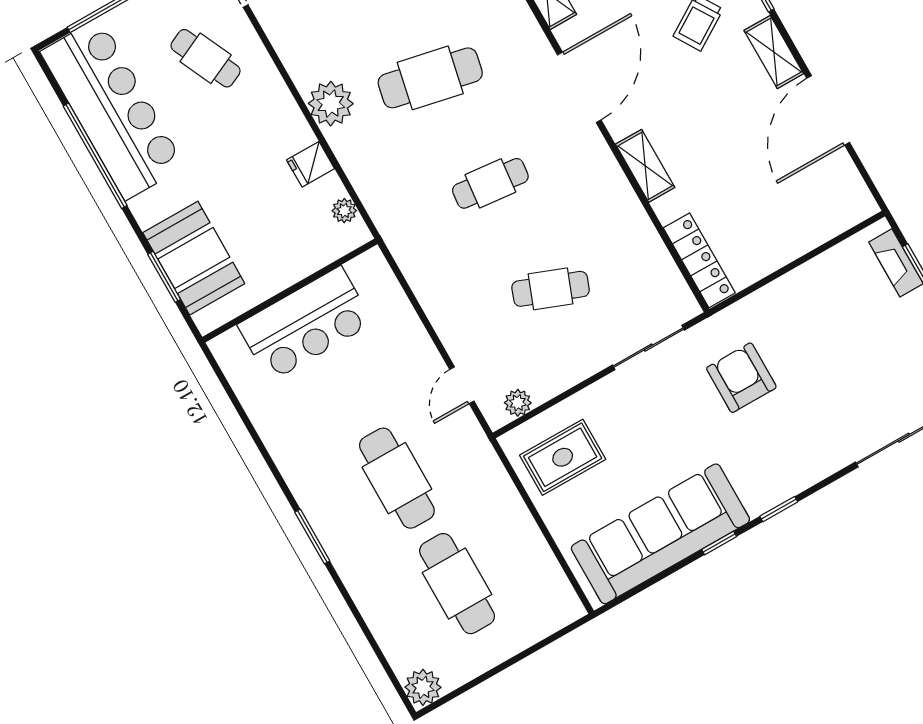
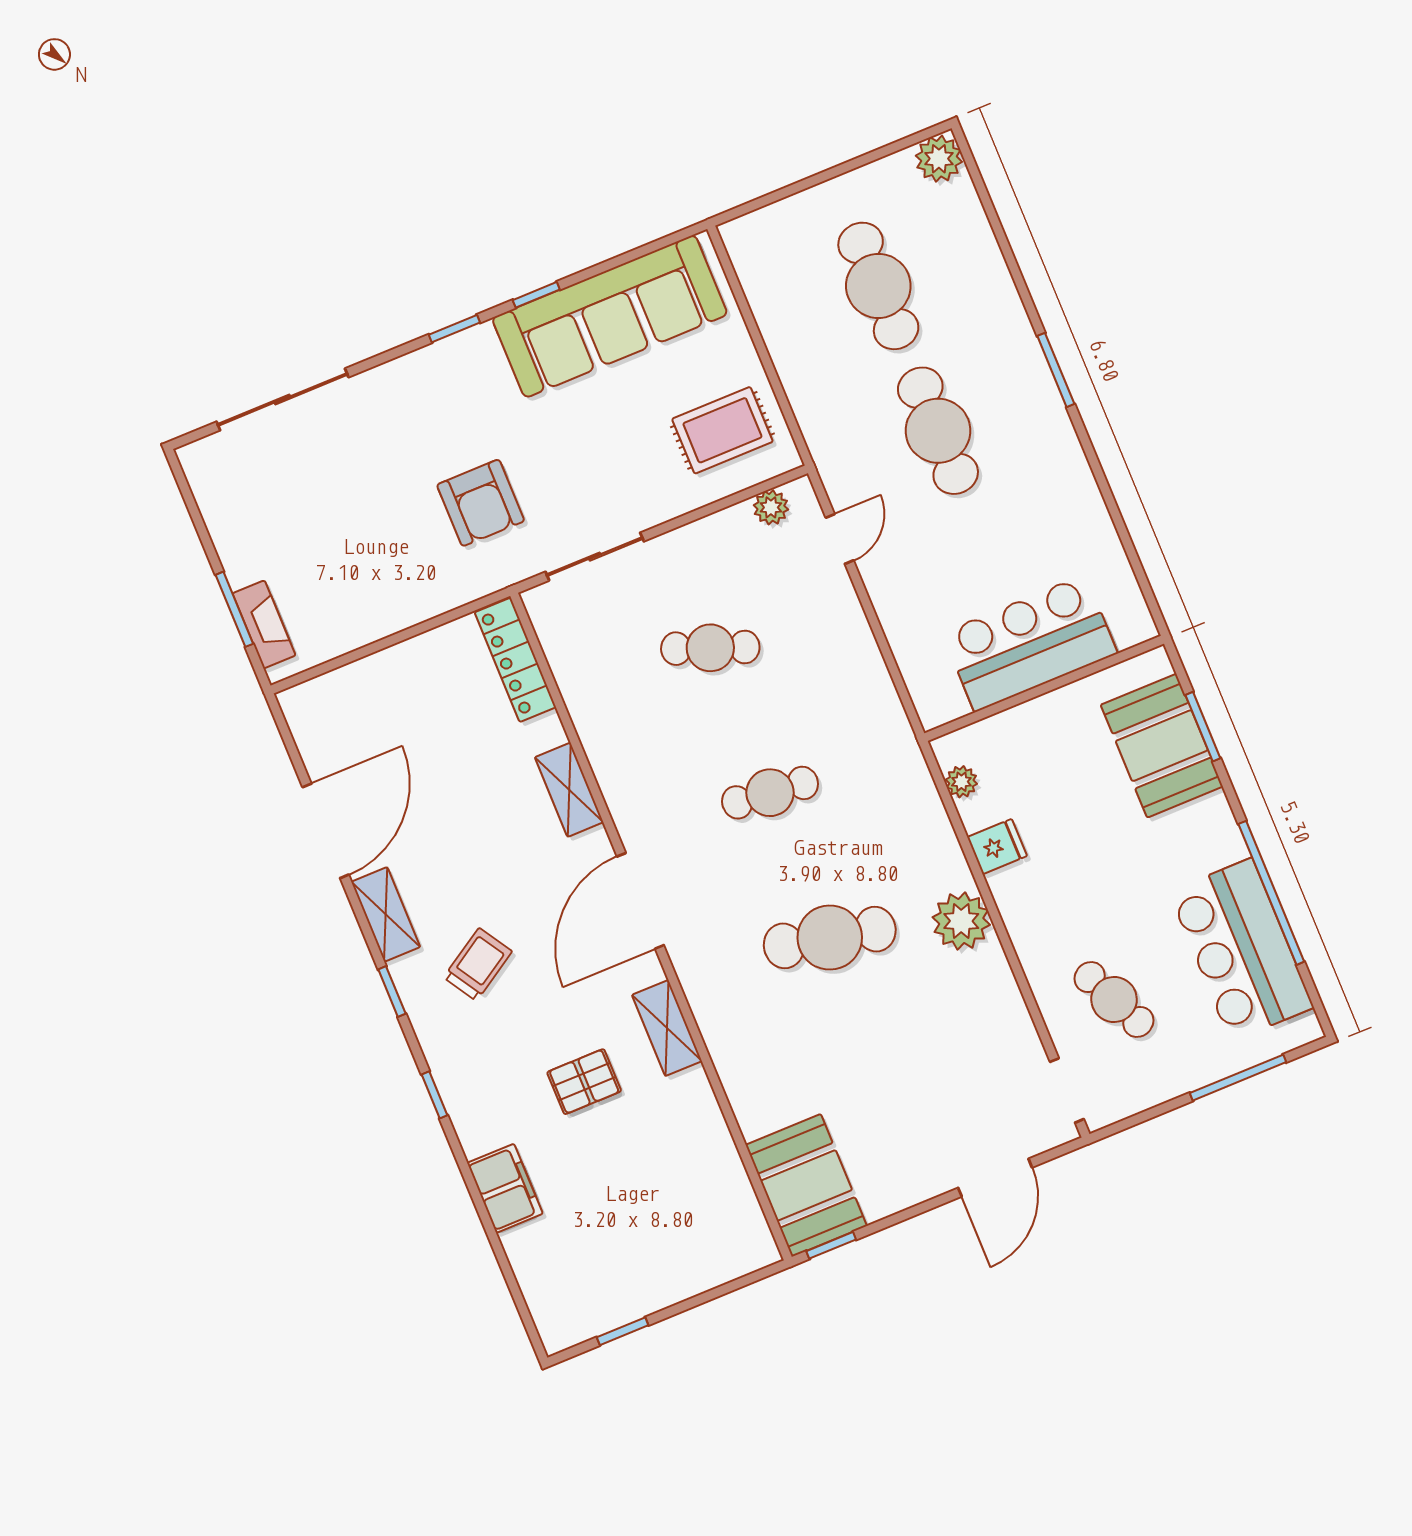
bar counter: (113, 109) -> (1241, 950), width x0.73

